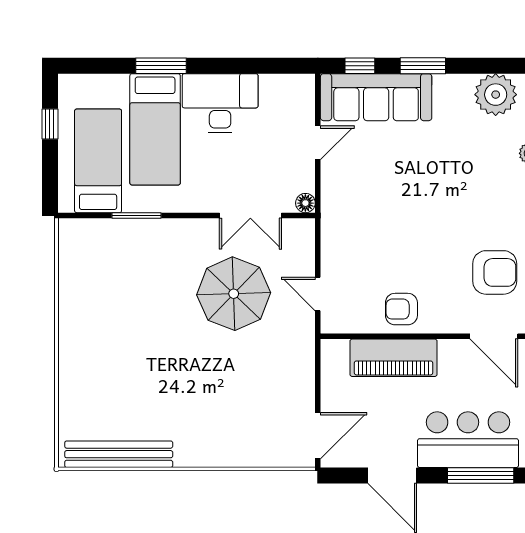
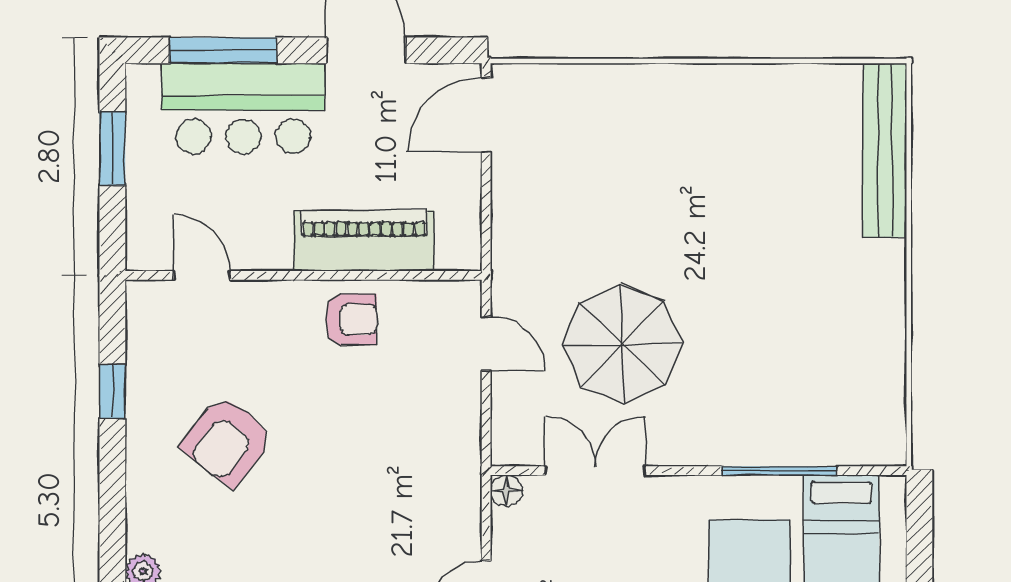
window: (137, 215) -> (779, 471), width x1.44
armchair: (495, 272) -> (227, 441), moved, turned -52
door: (494, 336) -> (202, 275), width x0.73
bench: (119, 454) -> (885, 150), moved, turned 90

